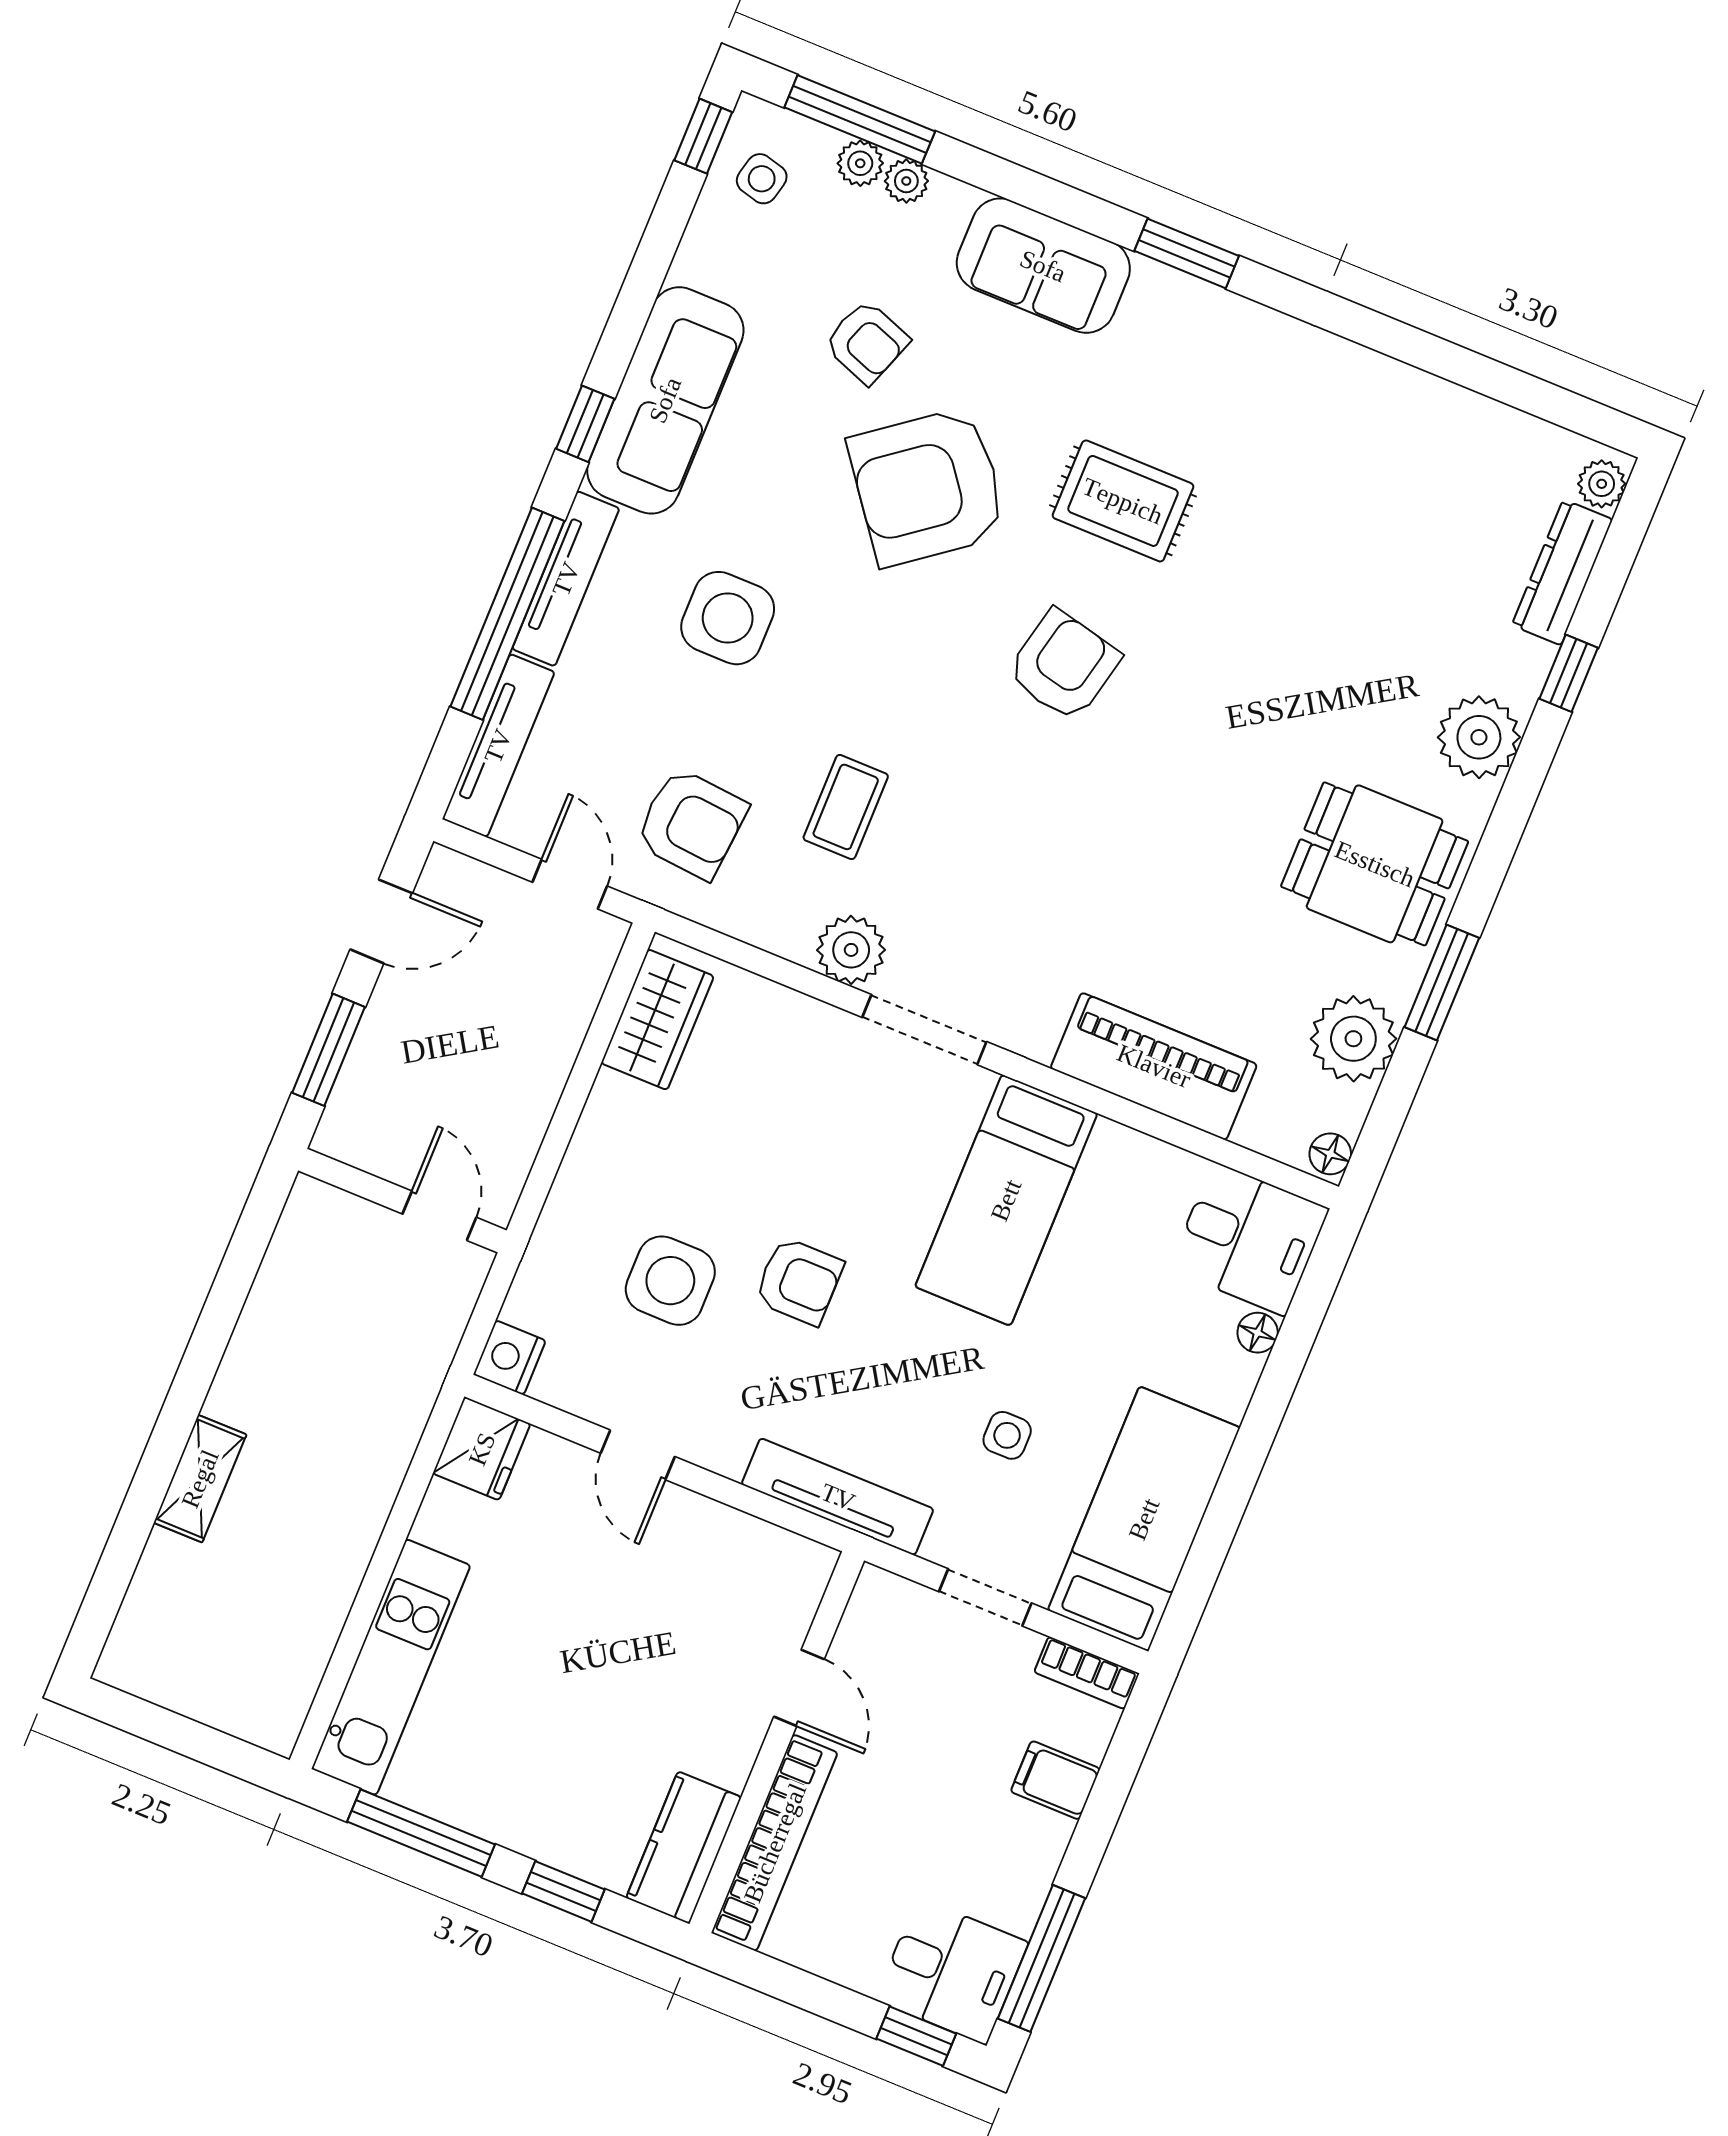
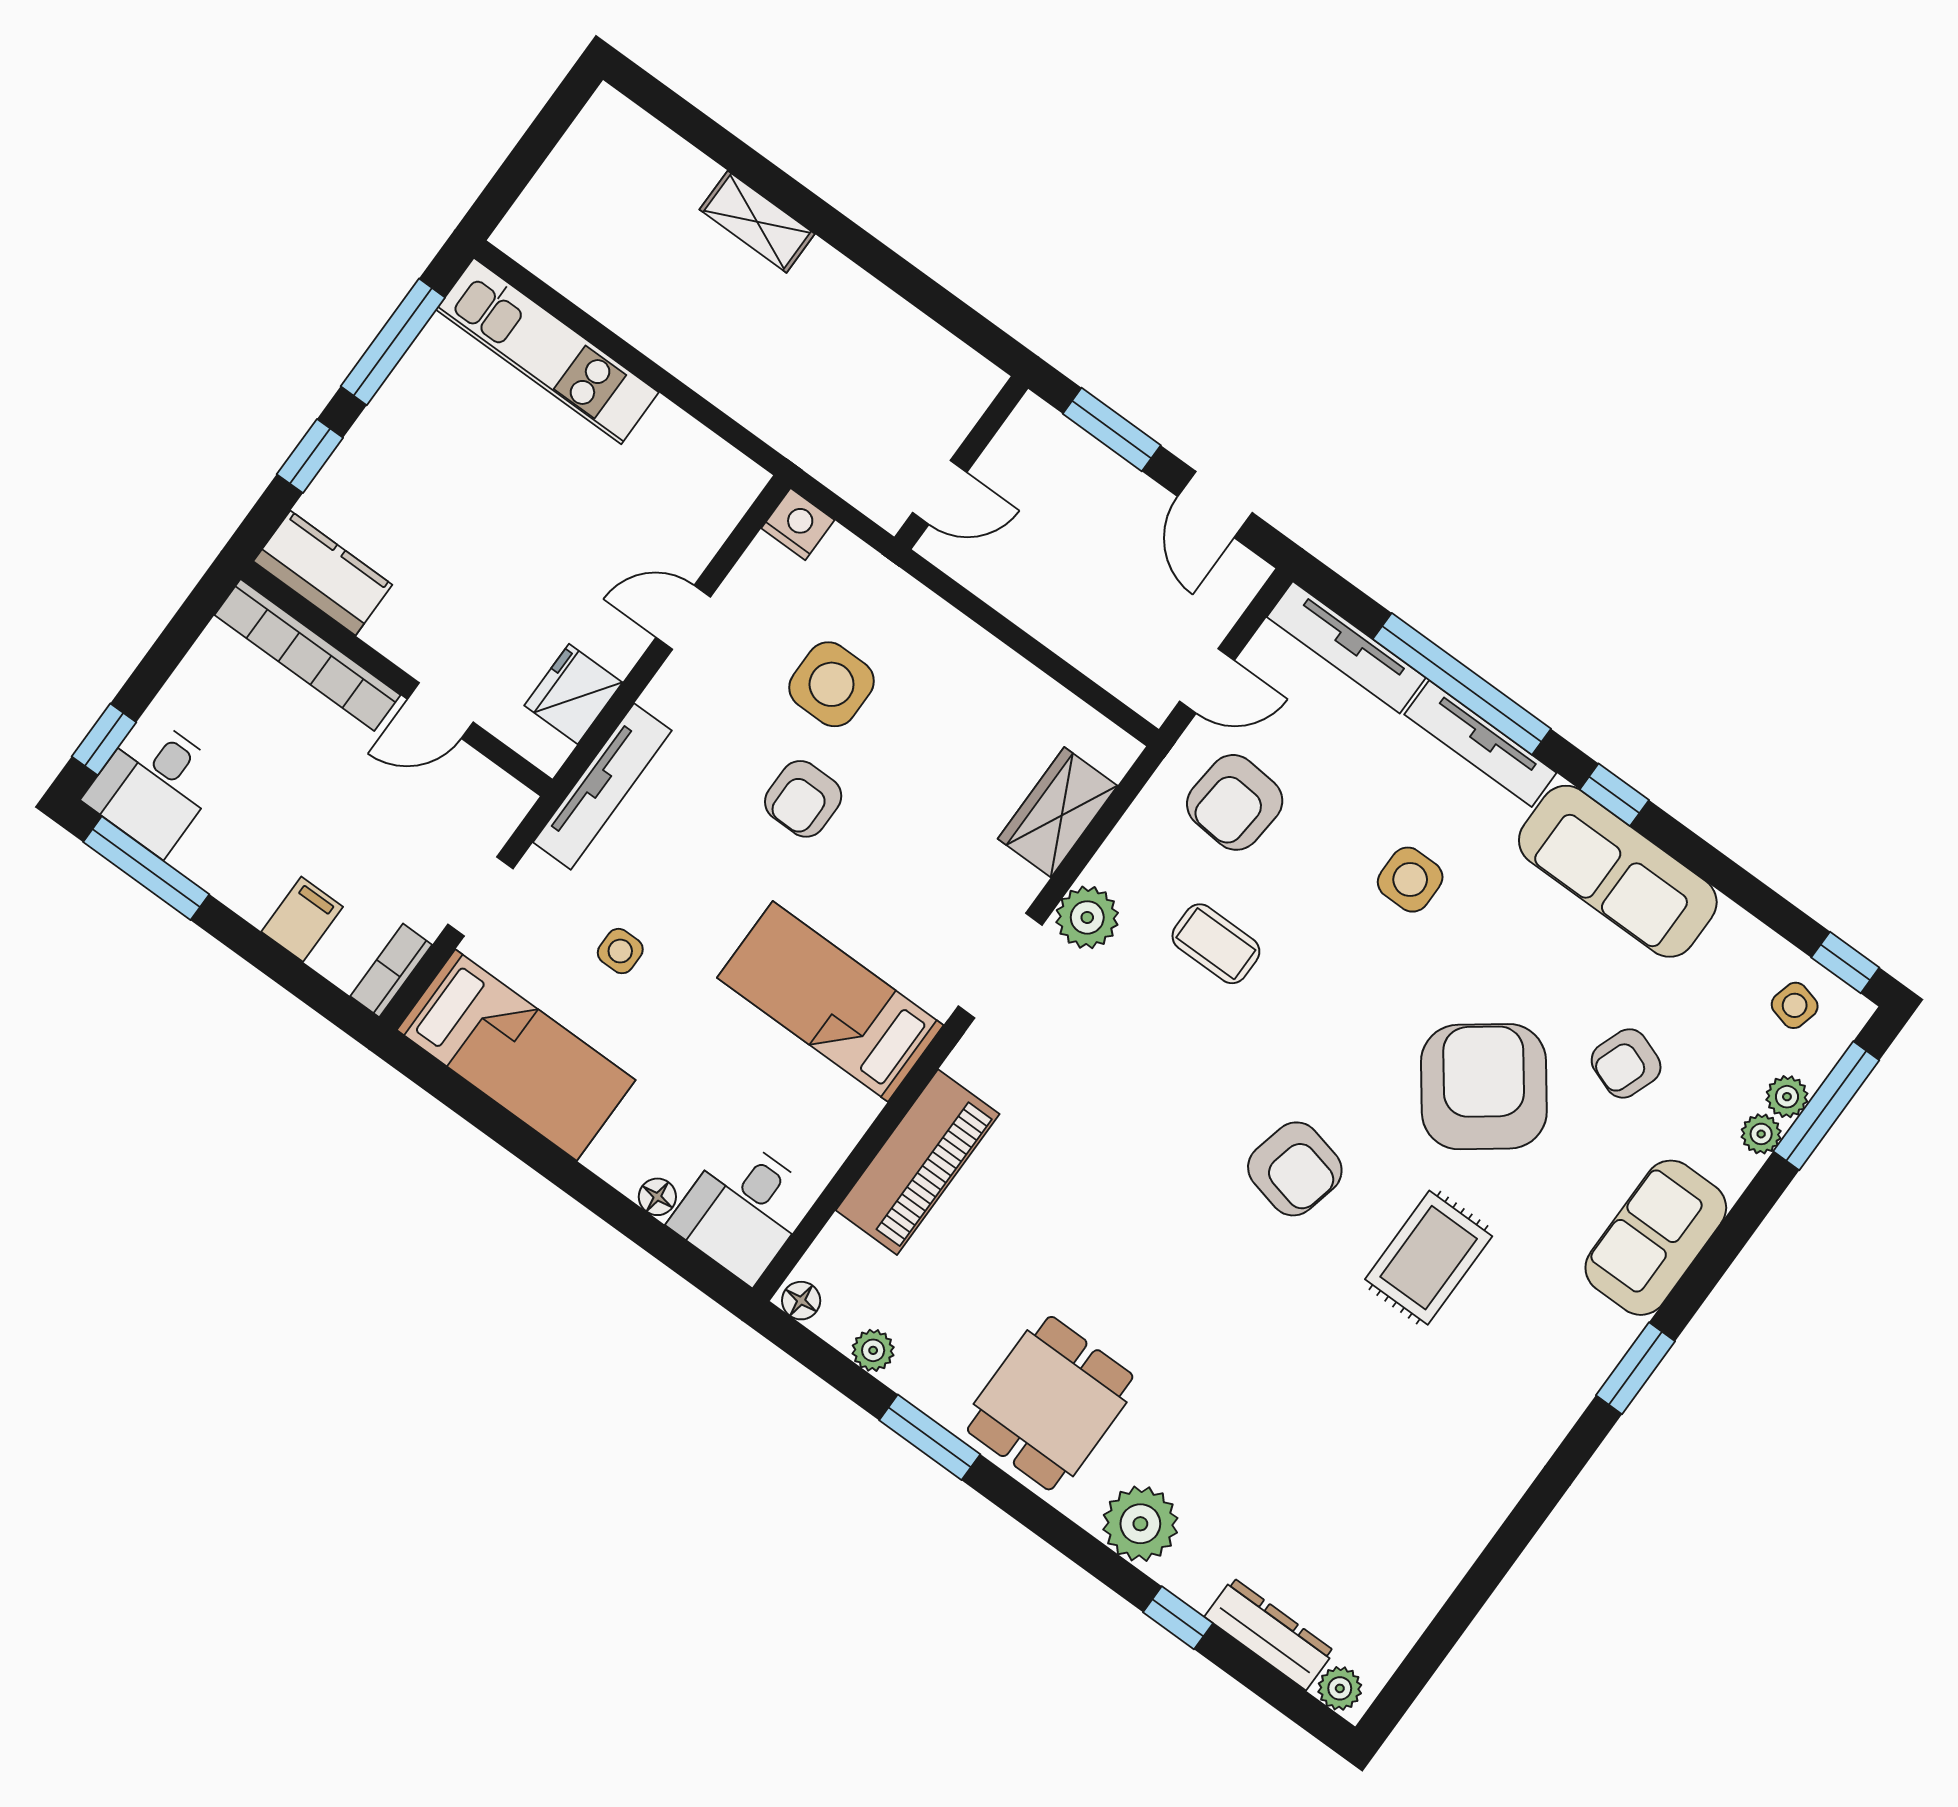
side table: (728, 618) -> (1410, 880), width x0.73, depth x0.73
wardrobe: (657, 1020) -> (1058, 812), moved, turned 90
plant: (1353, 1039) -> (873, 1350), width x0.53, depth x0.53
fridge: (482, 1449) -> (573, 694), moved, turned 90

